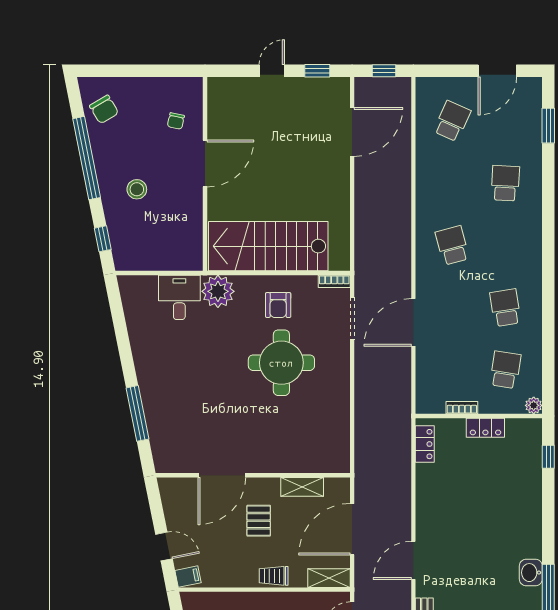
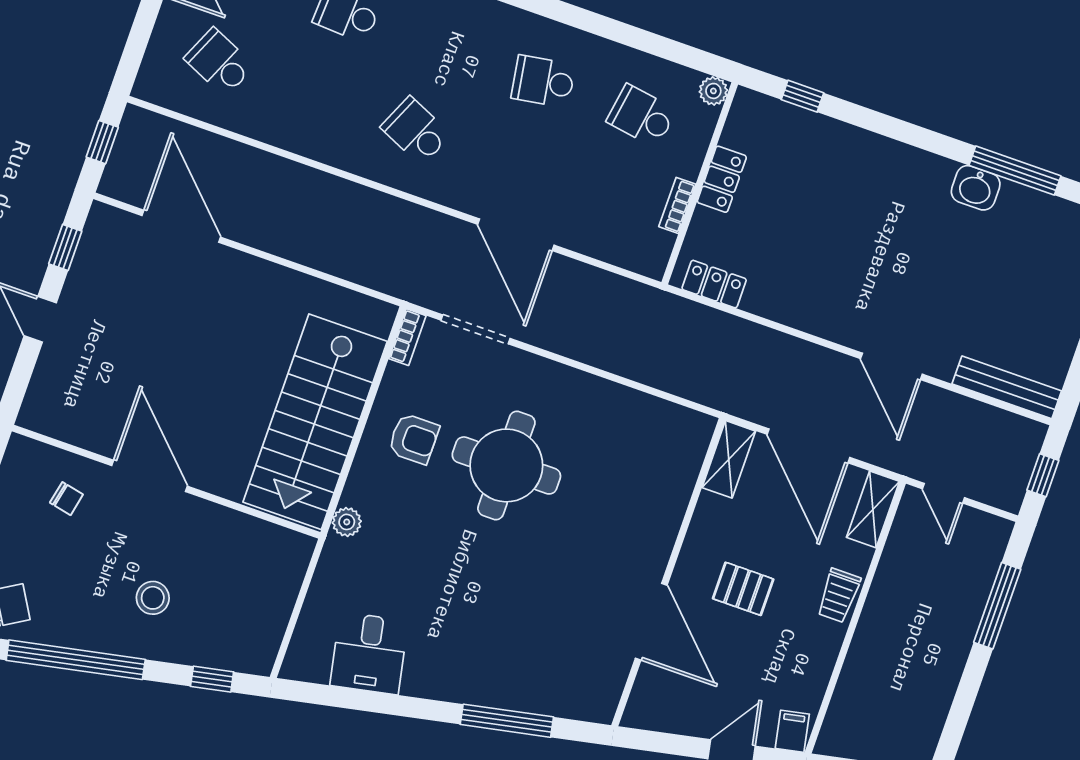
school desk: (452, 245) -> (416, 131), turned 39
plant: (218, 291) -> (347, 522), width x0.53, depth x0.53
desk: (179, 297) -> (369, 653), moved, turned -101
shelving: (302, 487) -> (729, 459), moved

